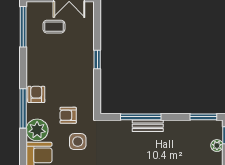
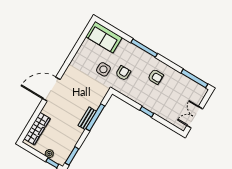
coffee table: (54, 27) -> (183, 97), removed
armchair: (36, 94) -> (156, 77), moved
plant: (37, 130) -> (126, 49), removed

